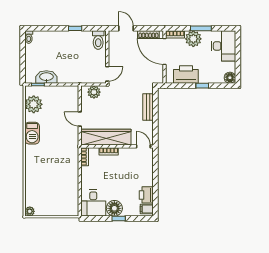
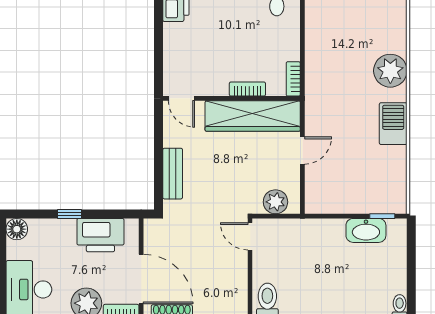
door: (107, 74) -> (250, 236), hinge flipped
plant: (34, 104) -> (390, 71), moved
door: (80, 119) -> (302, 150), hinge flipped

